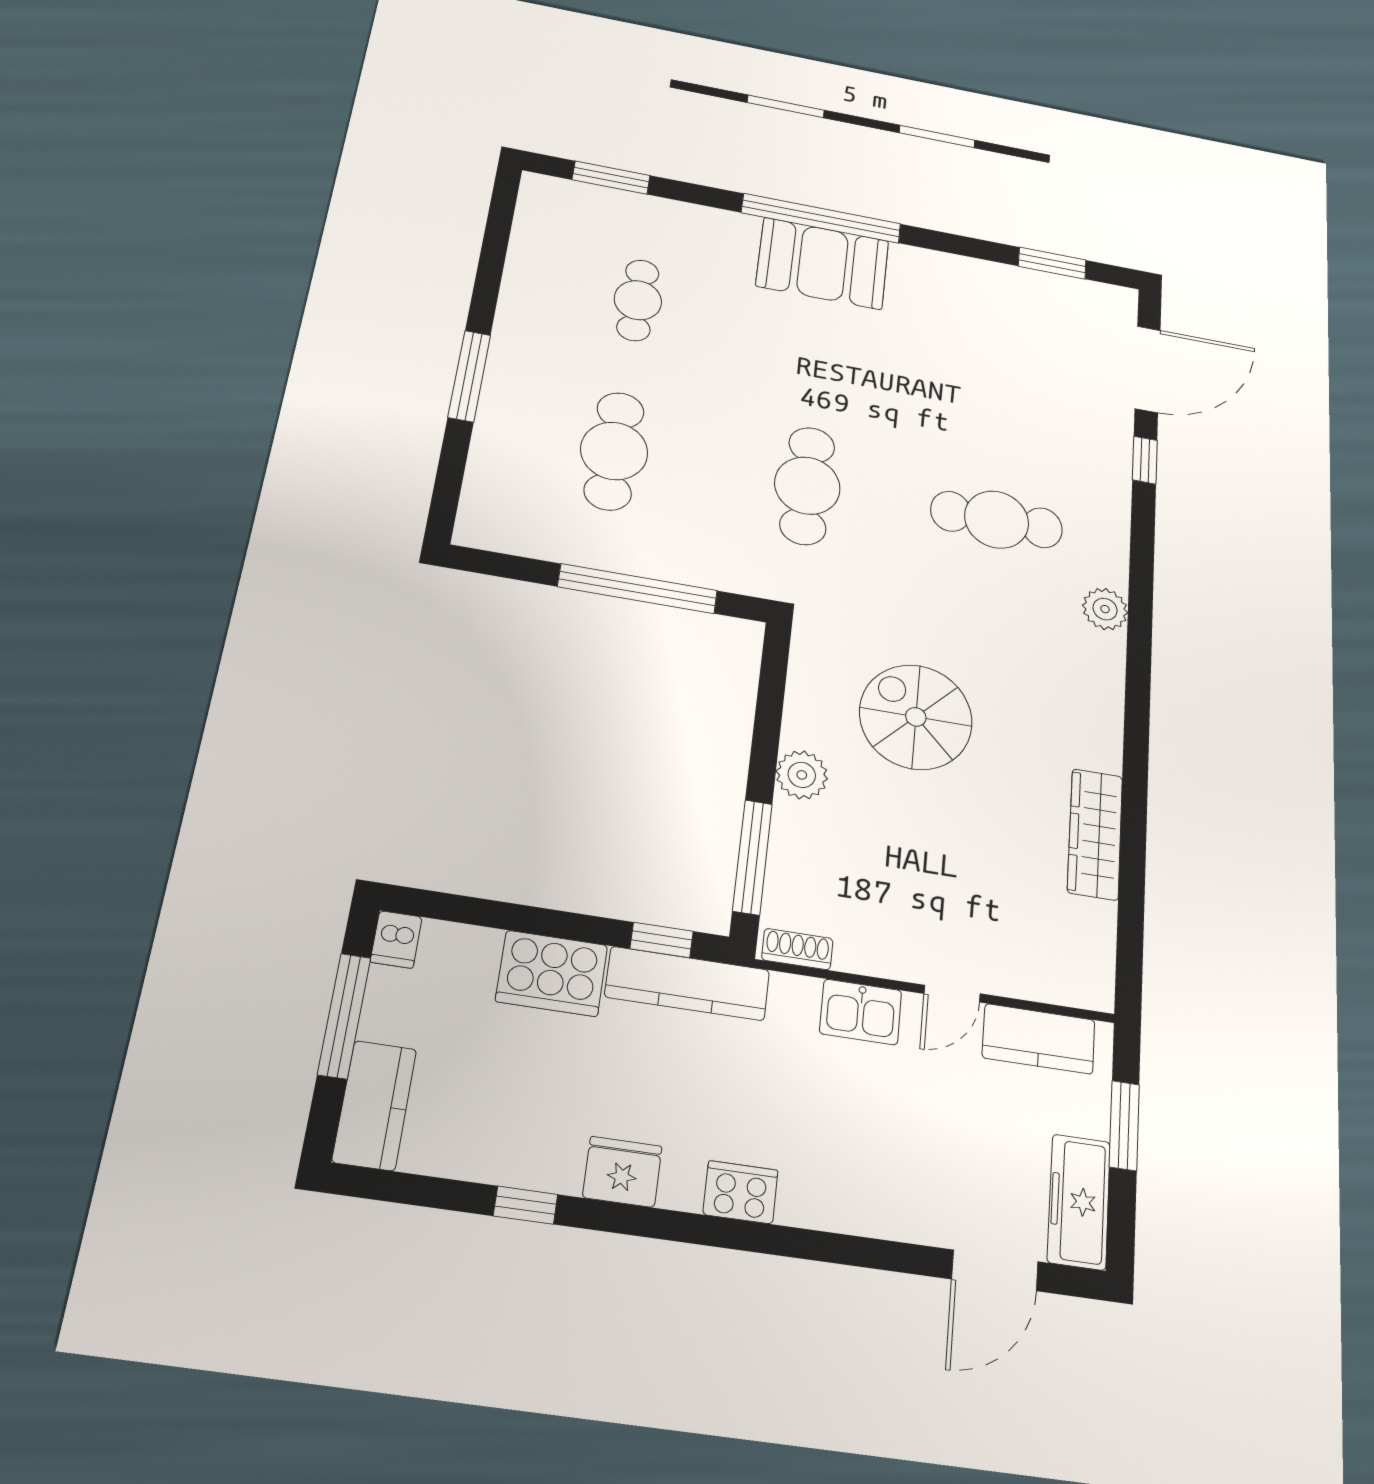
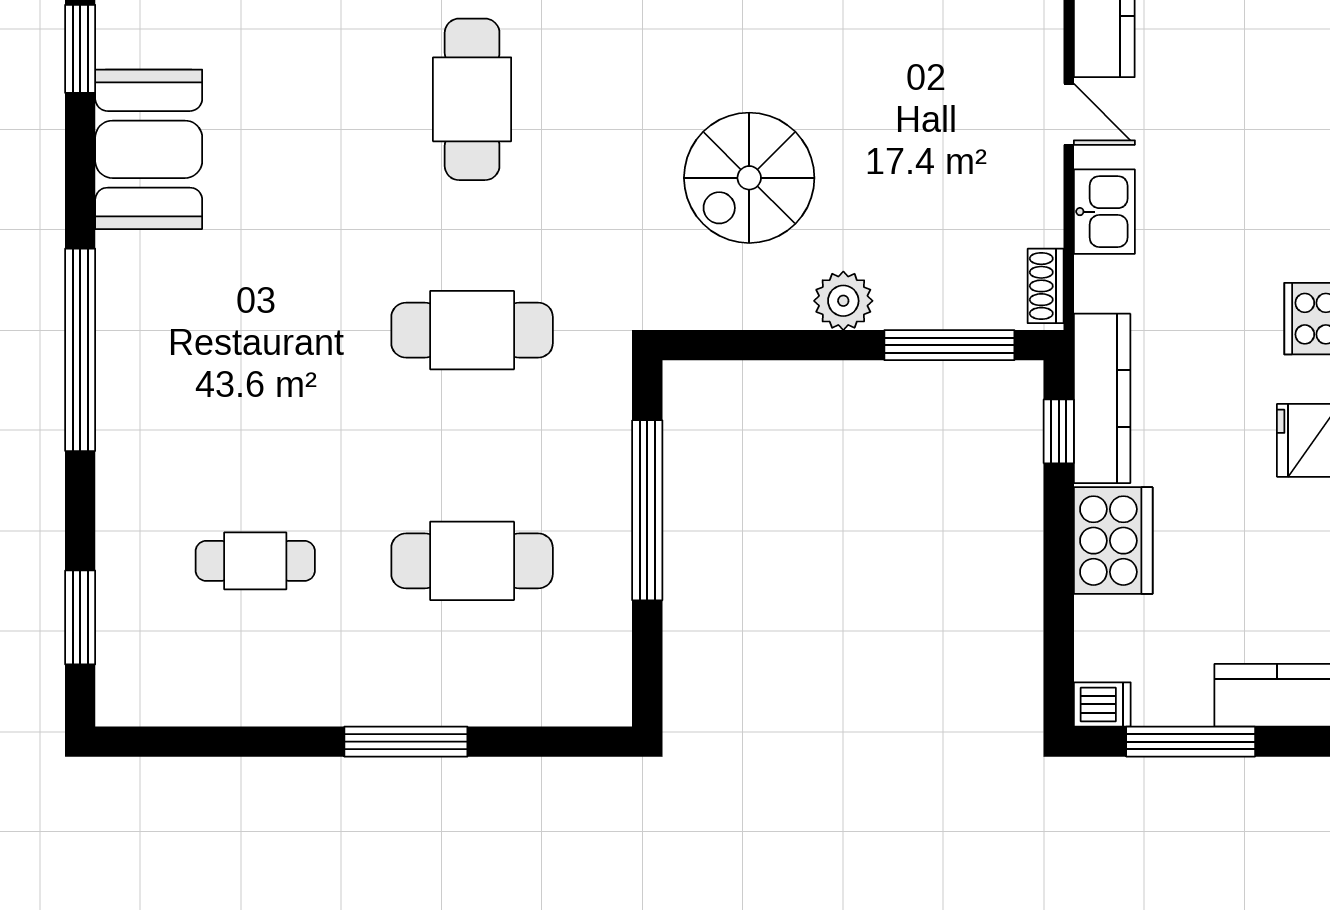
booth: (823, 263) -> (149, 149), moved

